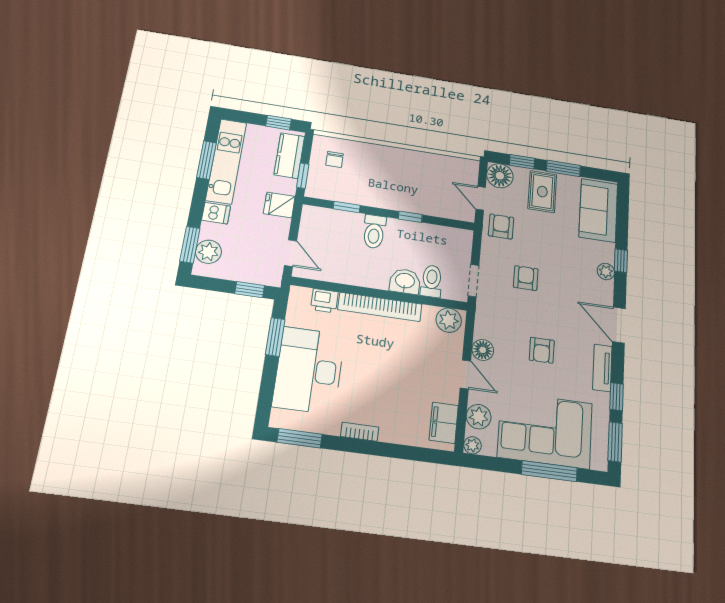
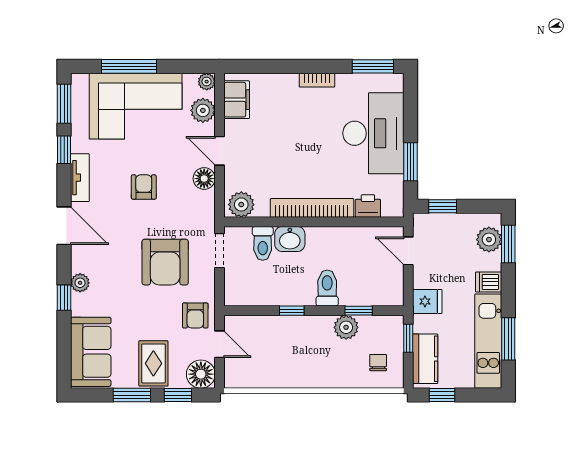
plant: (361, 194) -> (346, 327), added
armchair: (526, 278) -> (165, 262), width x1.88, depth x1.88

